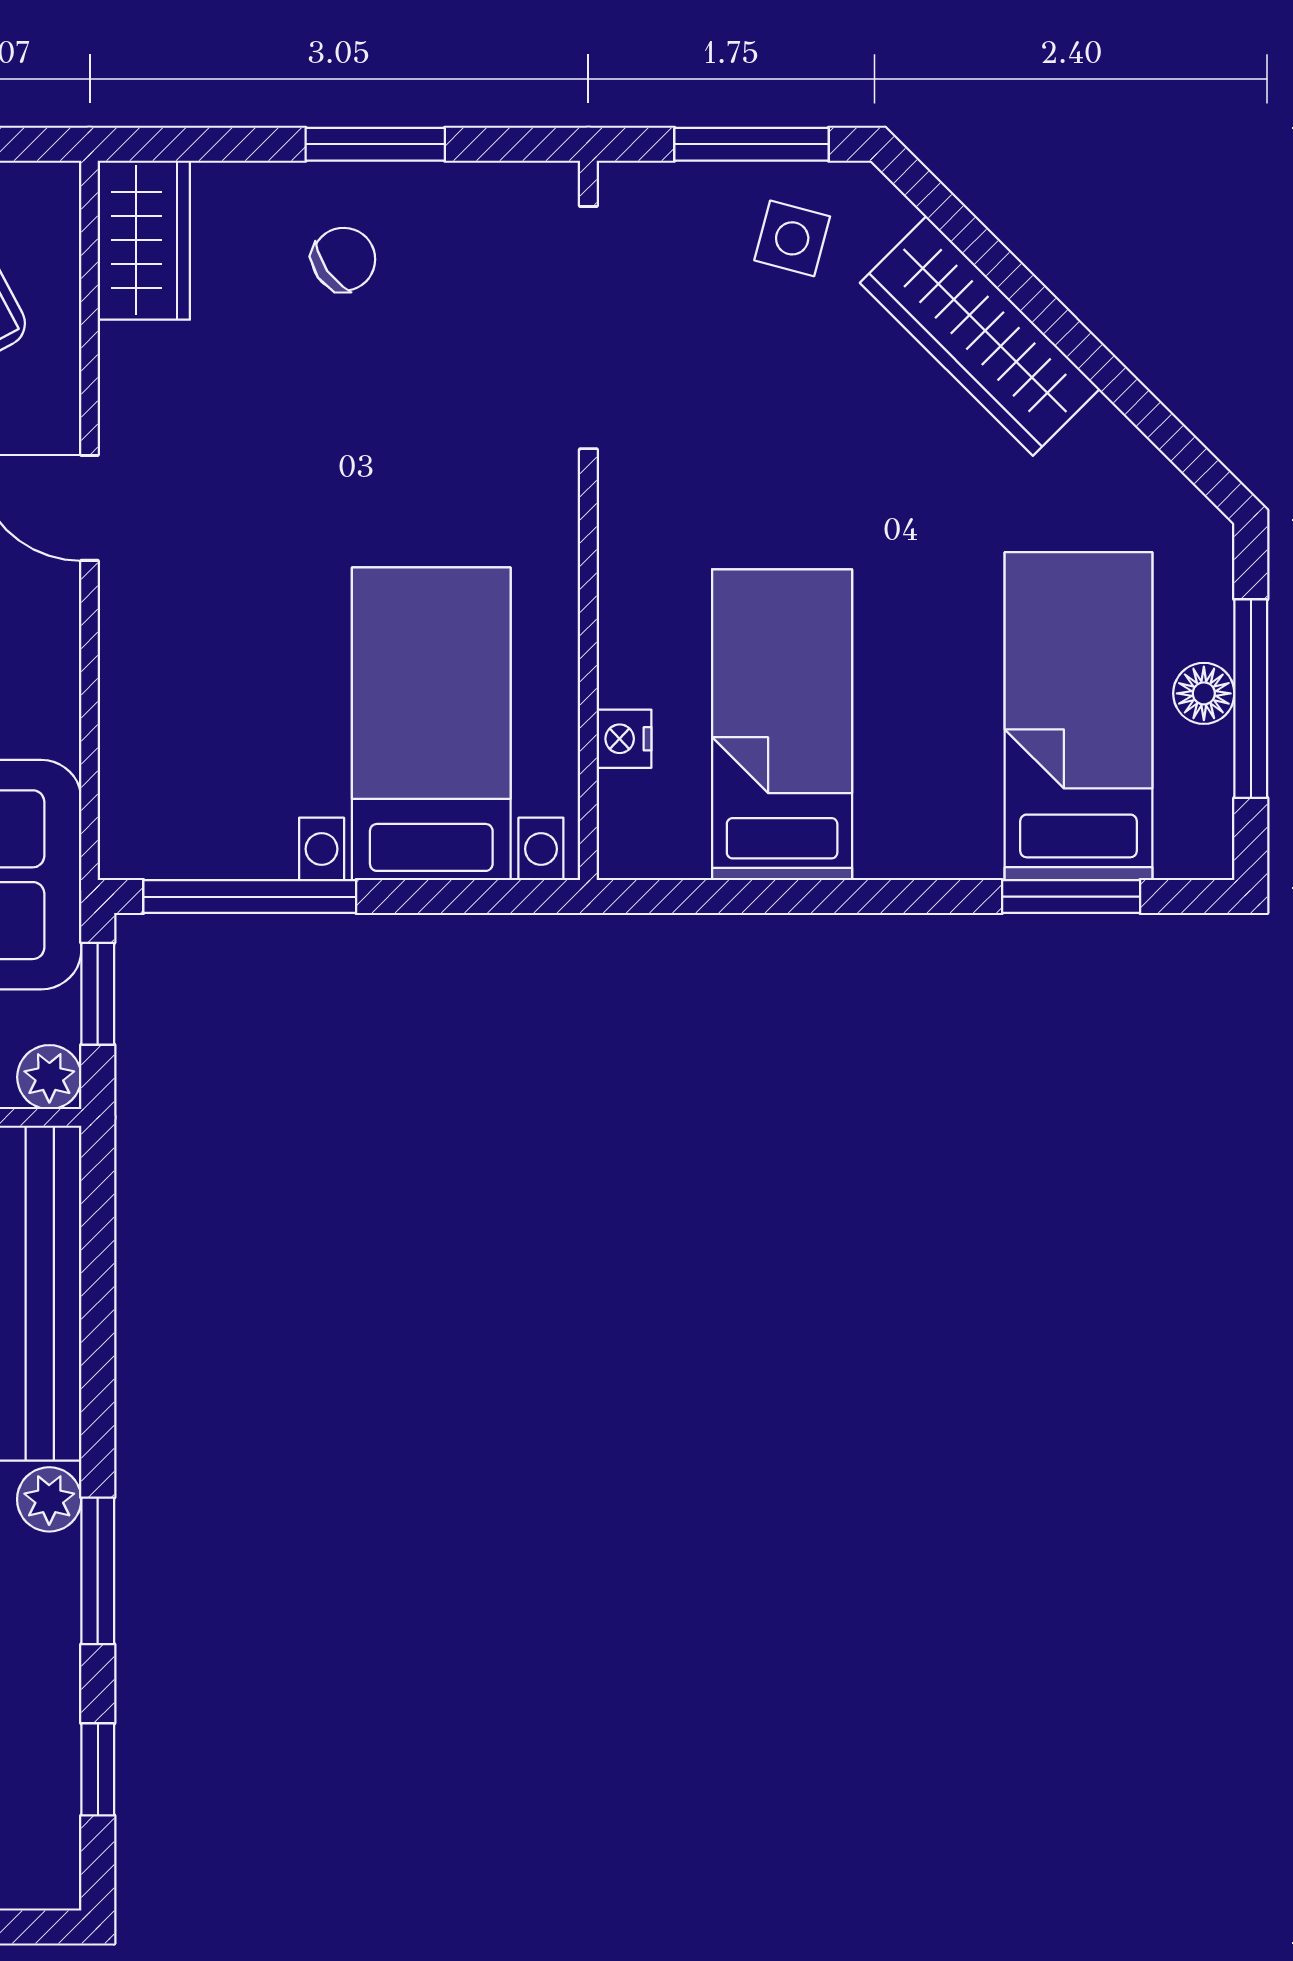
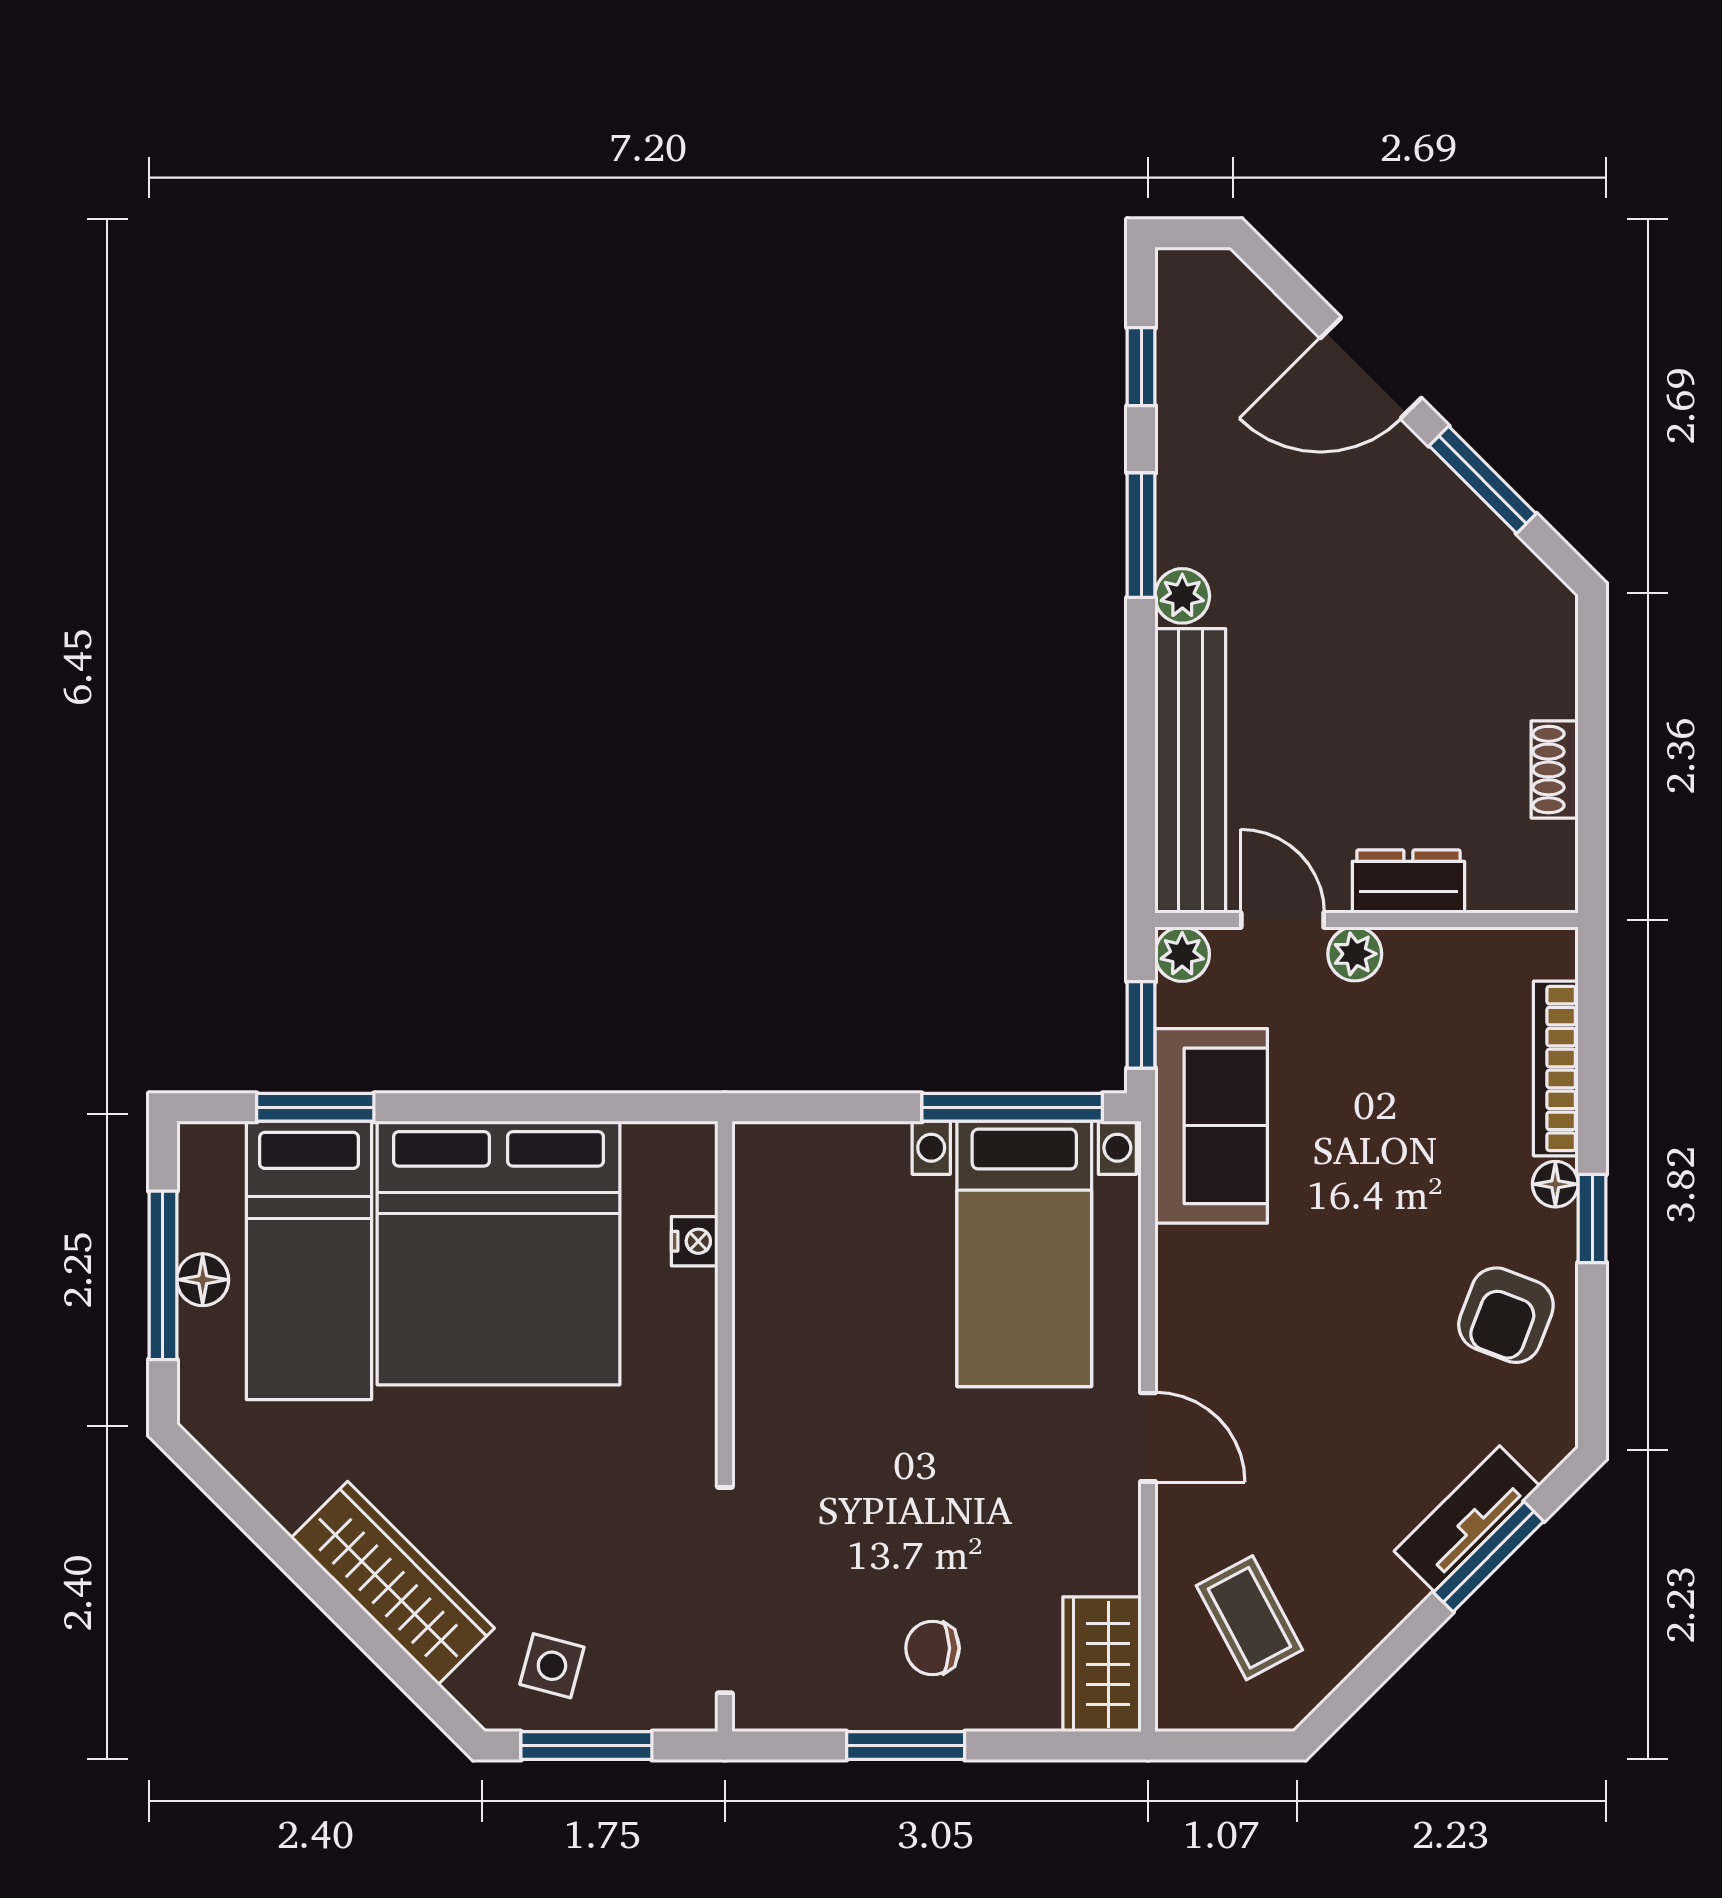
chair: (344, 259) -> (932, 1648), turned 35
bed with nightstands: (431, 724) -> (1024, 1254), moved
bed: (782, 725) -> (499, 1253), width x2.04

